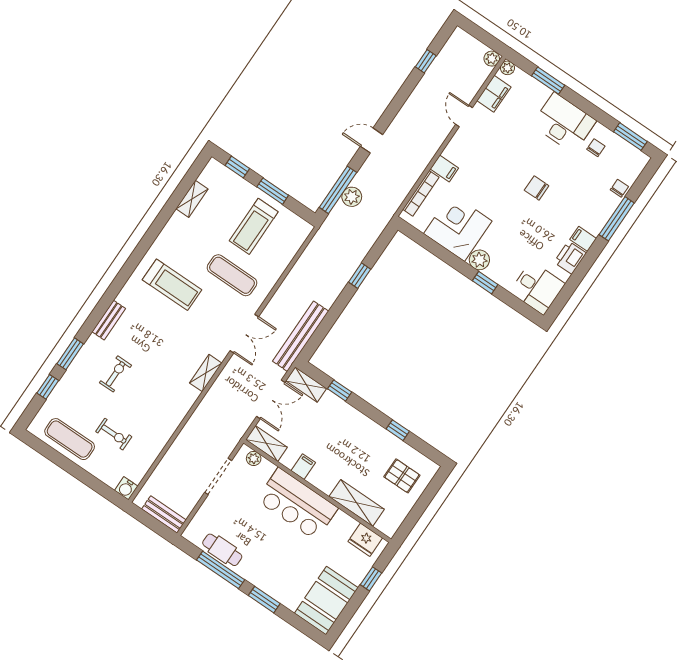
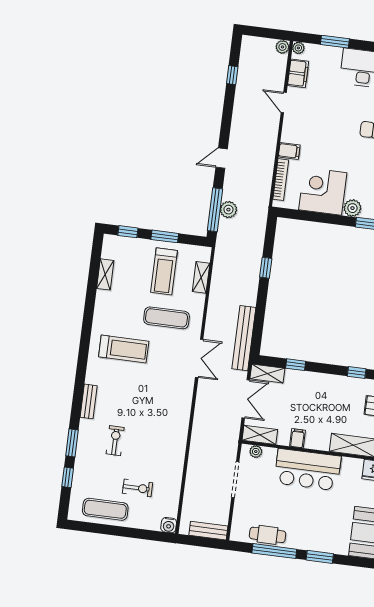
shelving: (206, 373) -> (201, 277), moved

